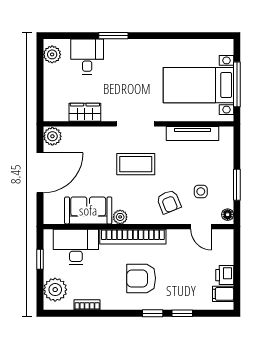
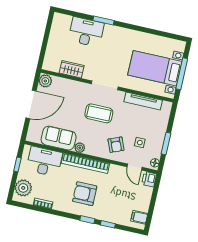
plant: (52, 54) -> (58, 24), removed
desk: (87, 57) -> (86, 32), width x1.37
printer: (225, 275) -> (149, 179), moved

